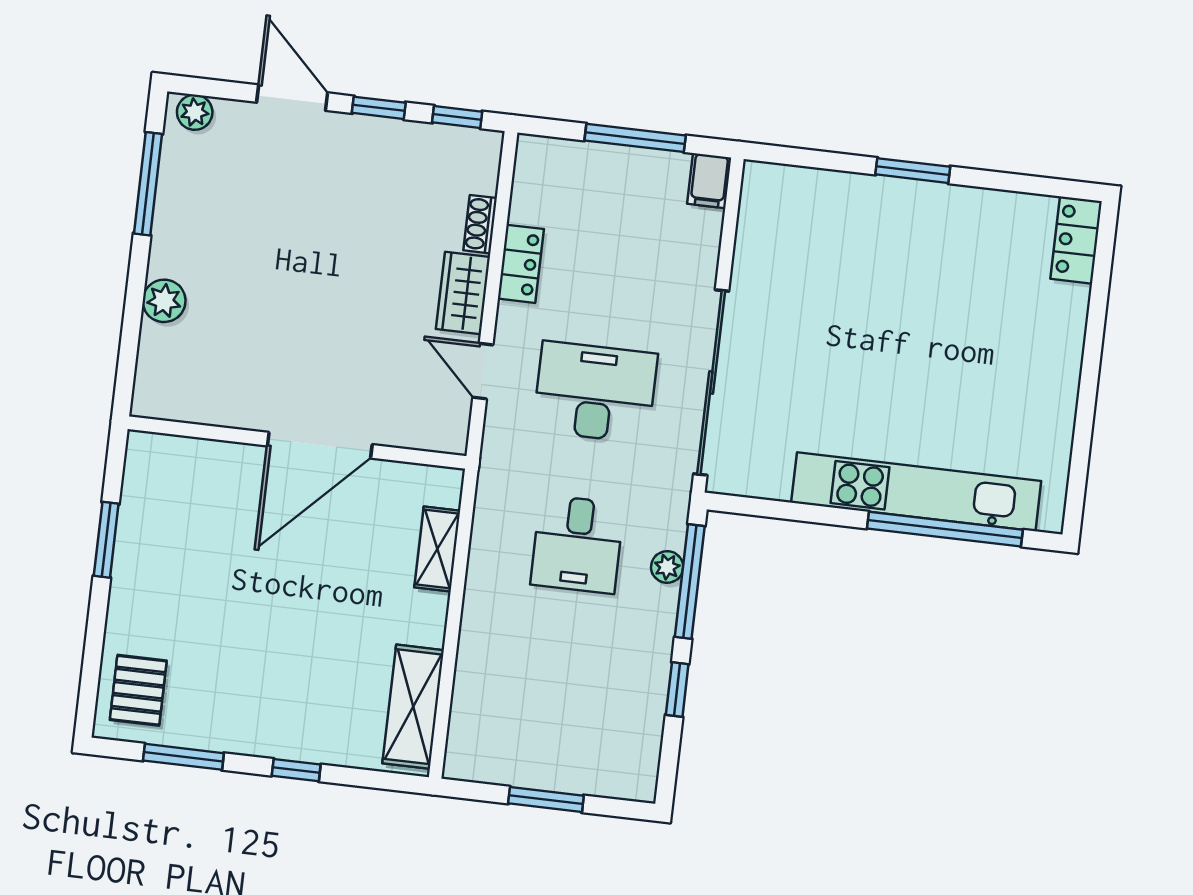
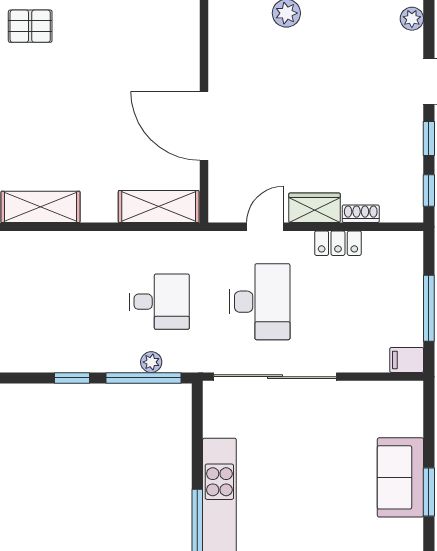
sofa: (886, 211) -> (400, 477), added
desk: (577, 544) -> (159, 302), turned 180
shelving: (437, 549) -> (159, 207), width x1.50, depth x1.33

